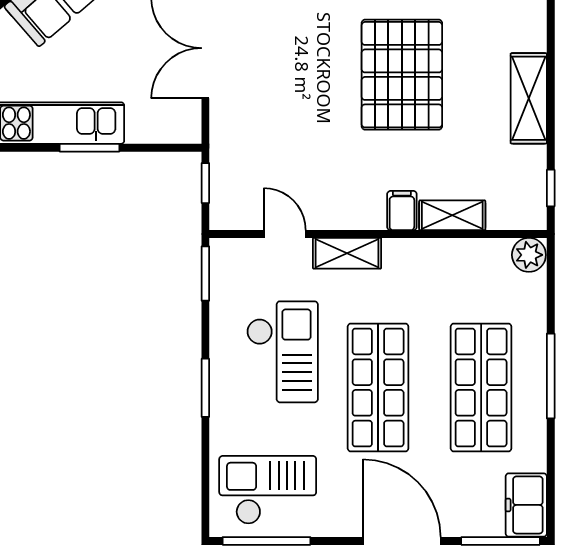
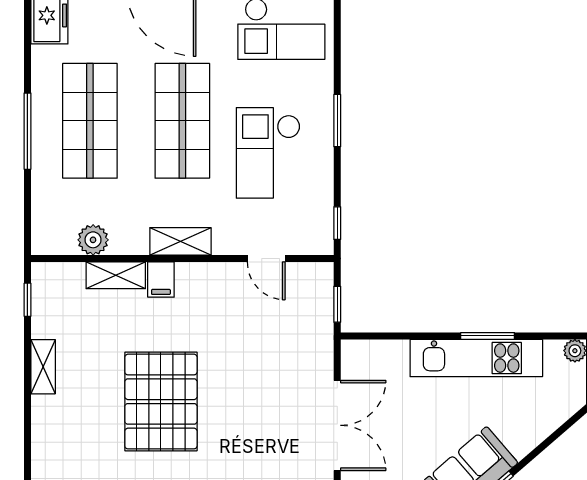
shelving: (529, 98) -> (43, 367), width x0.67, depth x0.75
window: (89, 148) -> (488, 336), moved
shelving: (347, 253) -> (180, 241), moved
plant: (529, 255) -> (93, 240), moved
window: (205, 274) -> (337, 223), width x0.67

